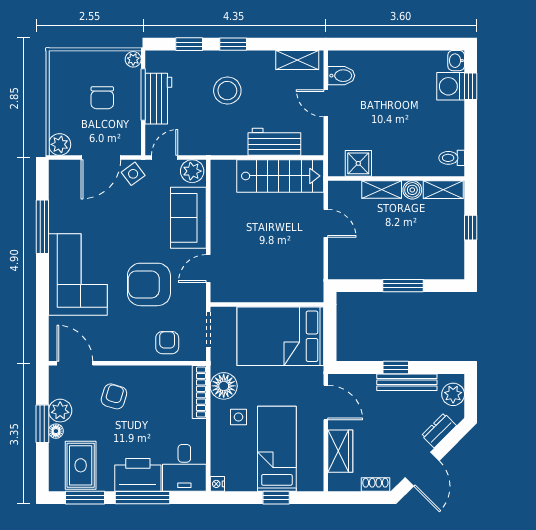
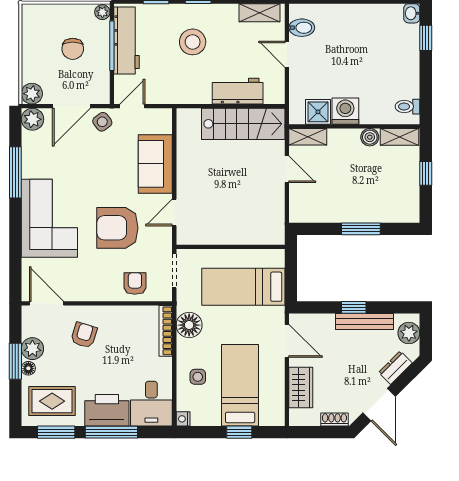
washing machine: (451, 86) -> (345, 111), moved, turned 90
workbench: (158, 99) -> (127, 41), width x1.38
plant: (192, 171) -> (32, 119), moved
shelving: (382, 189) -> (308, 137), moved
bed: (280, 336) -> (243, 287), width x0.67
side table: (239, 417) -> (198, 377), moved
rug: (81, 465) -> (52, 401), turned 90

